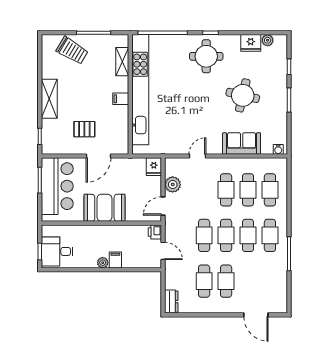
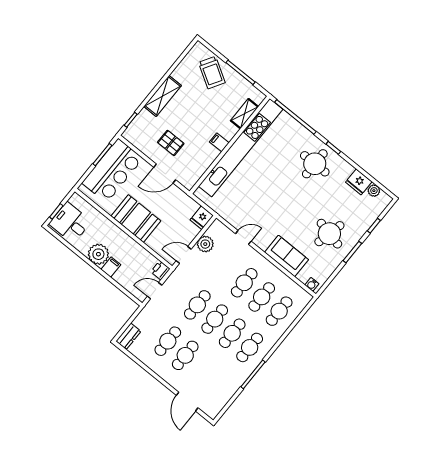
round table: (243, 95) -> (329, 234), moved
door: (163, 251) -> (155, 291), swing flipped
plant: (103, 263) -> (98, 254), width x1.88, depth x1.88

